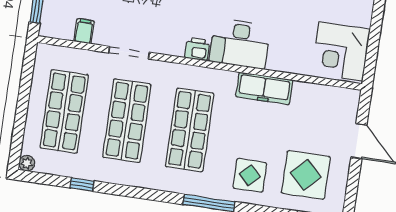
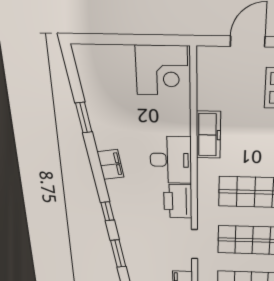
printer: (197, 49) -> (178, 201), width x1.87, depth x1.48

